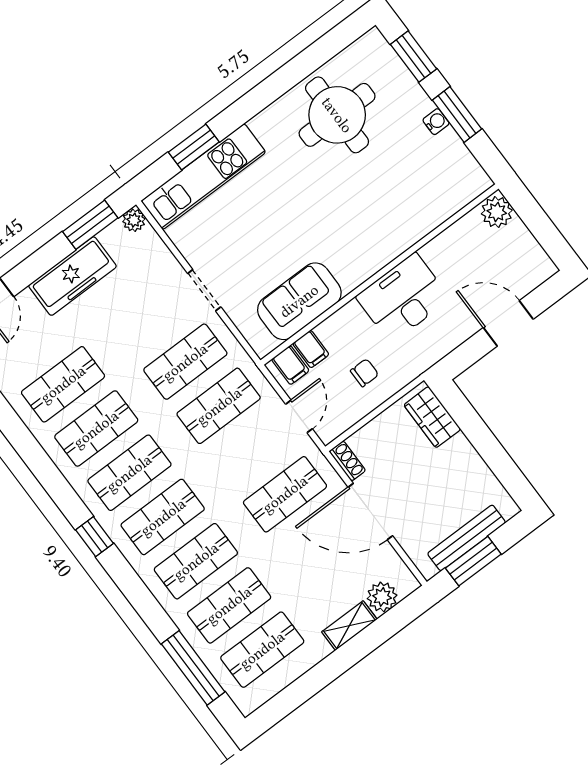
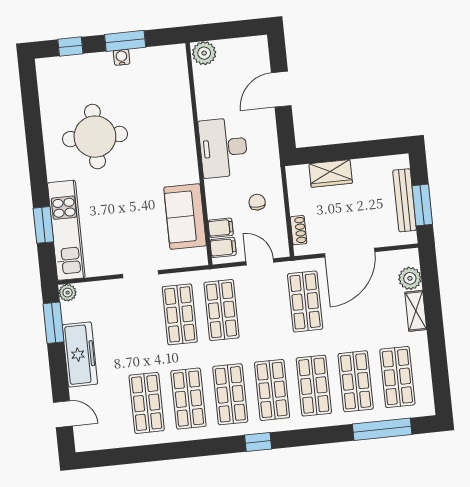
window: (413, 57) -> (70, 46), width x0.67
round table: (337, 115) -> (95, 137), moved
wardrobe: (432, 417) -> (331, 173), moved
shoe rack: (347, 461) -> (299, 230), moved, turned 90

